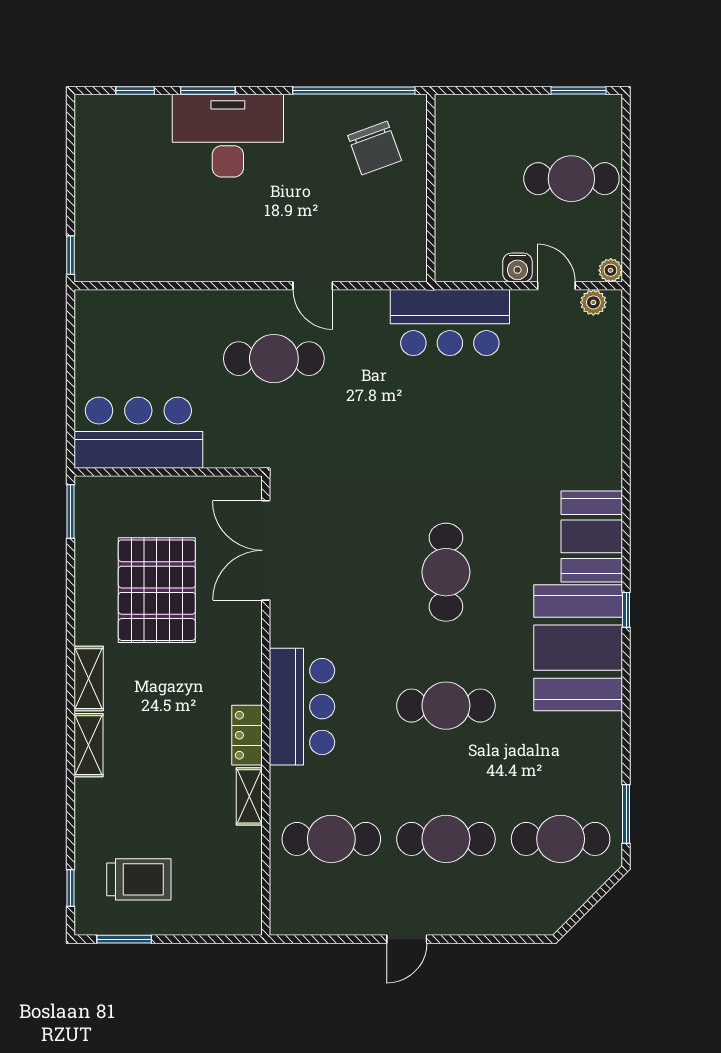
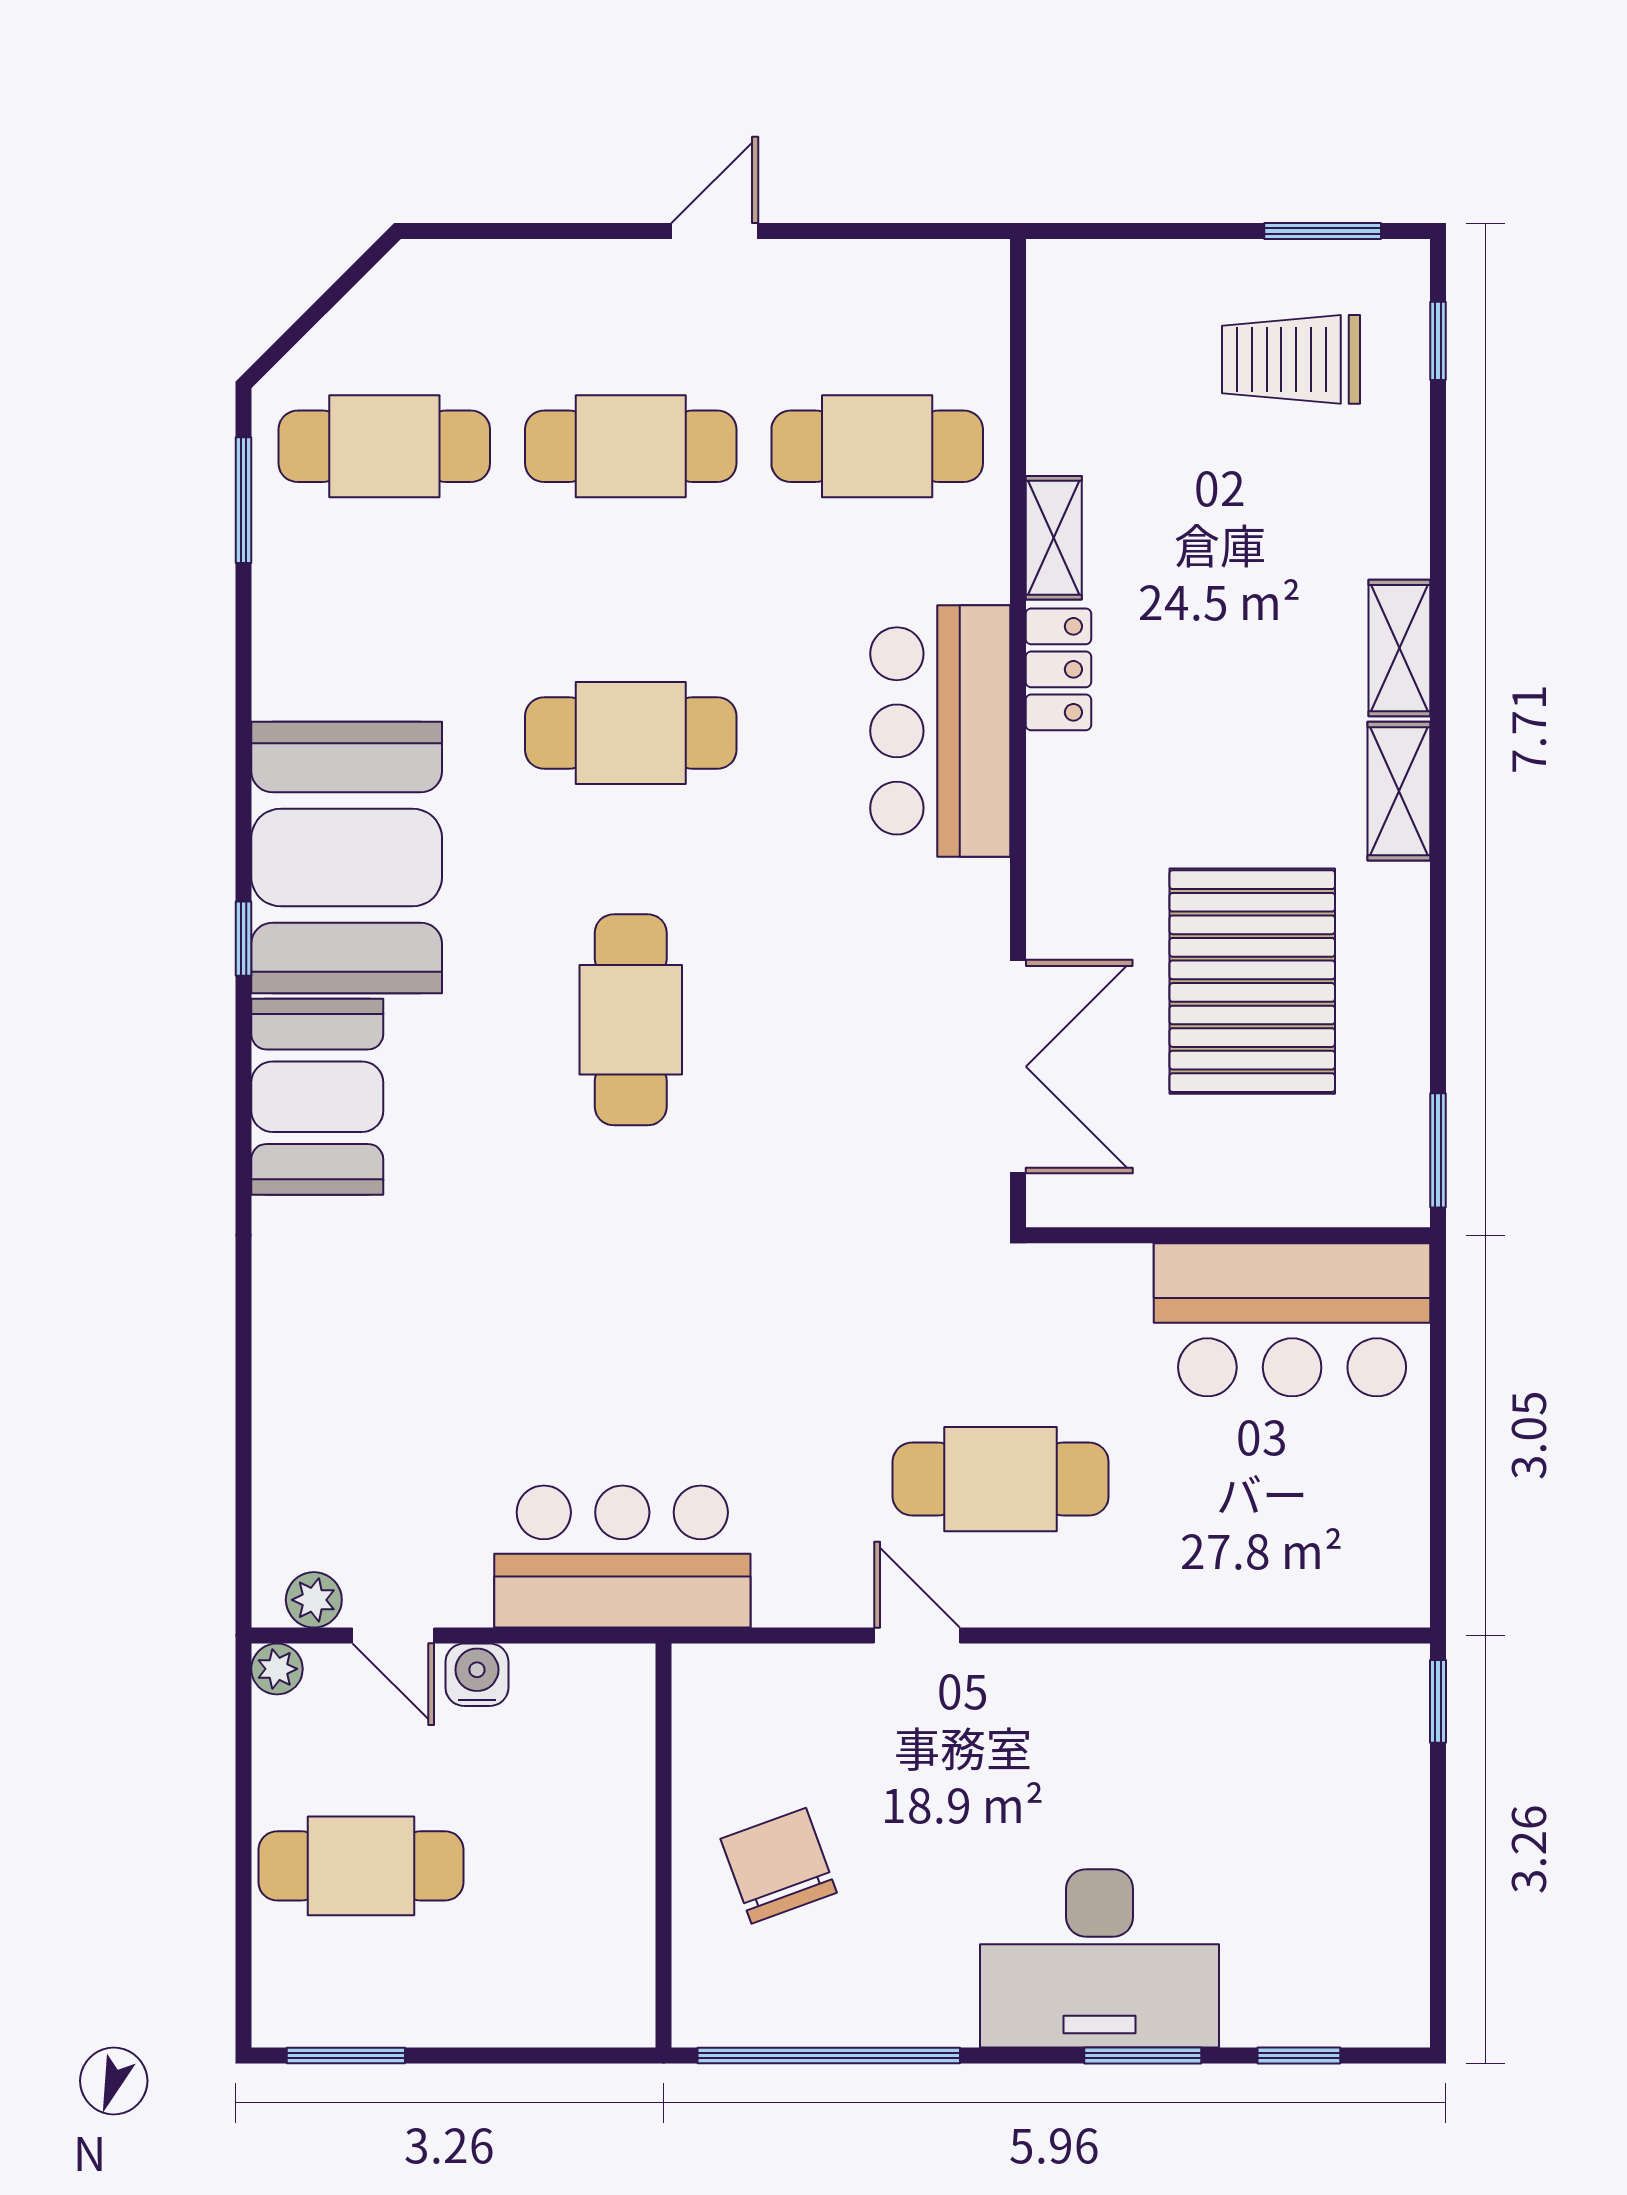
chair: (375, 148) -> (779, 1866), moved

